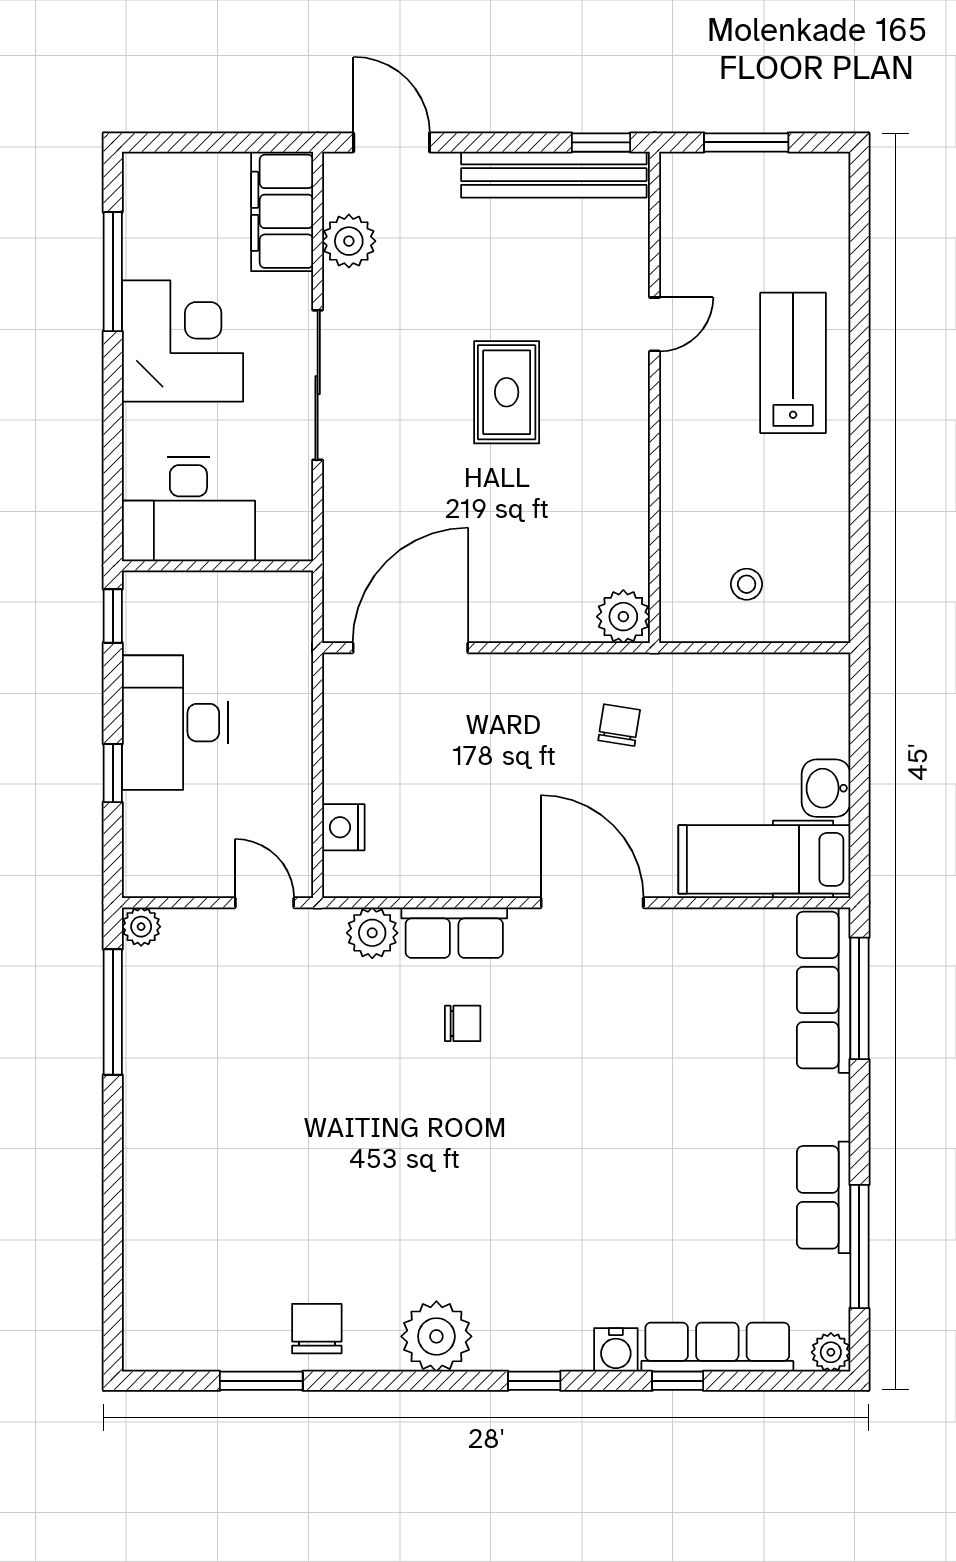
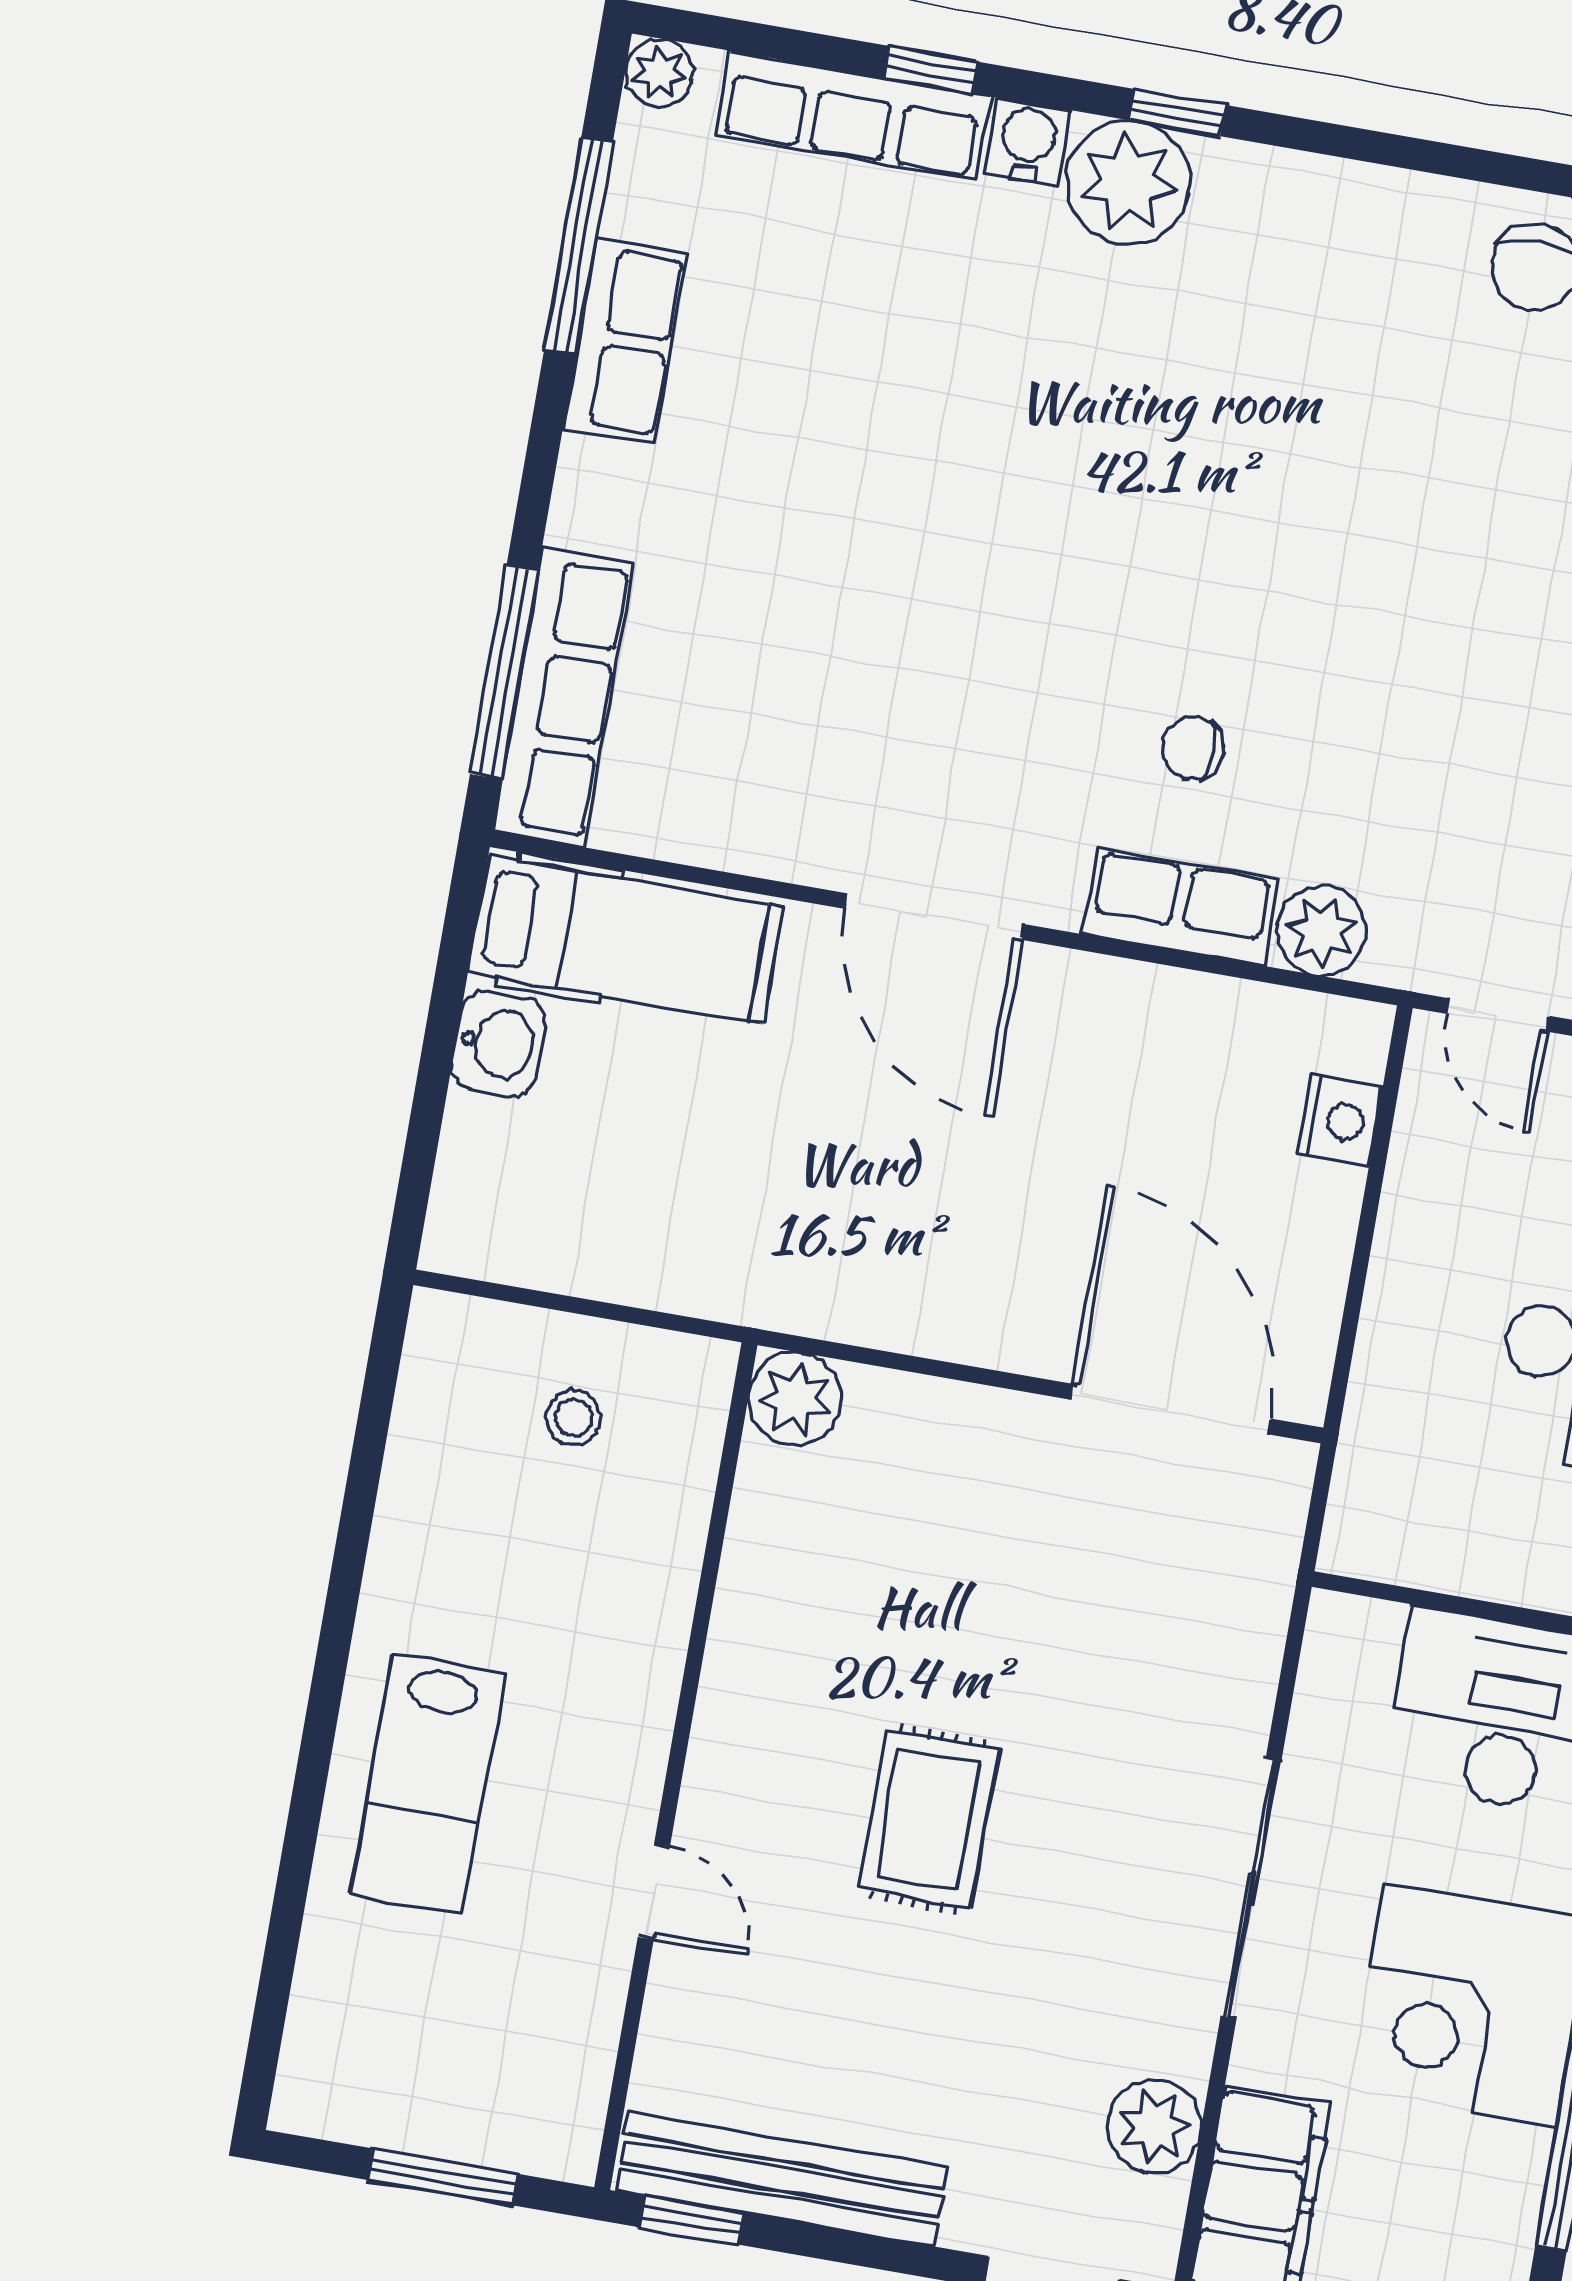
door: (655, 324) -> (654, 1892), swing flipped
door: (410, 648) -> (1170, 1409), swing flipped
chair: (619, 725) -> (835, 1214), removed
plant: (436, 1336) -> (1128, 183), moved

